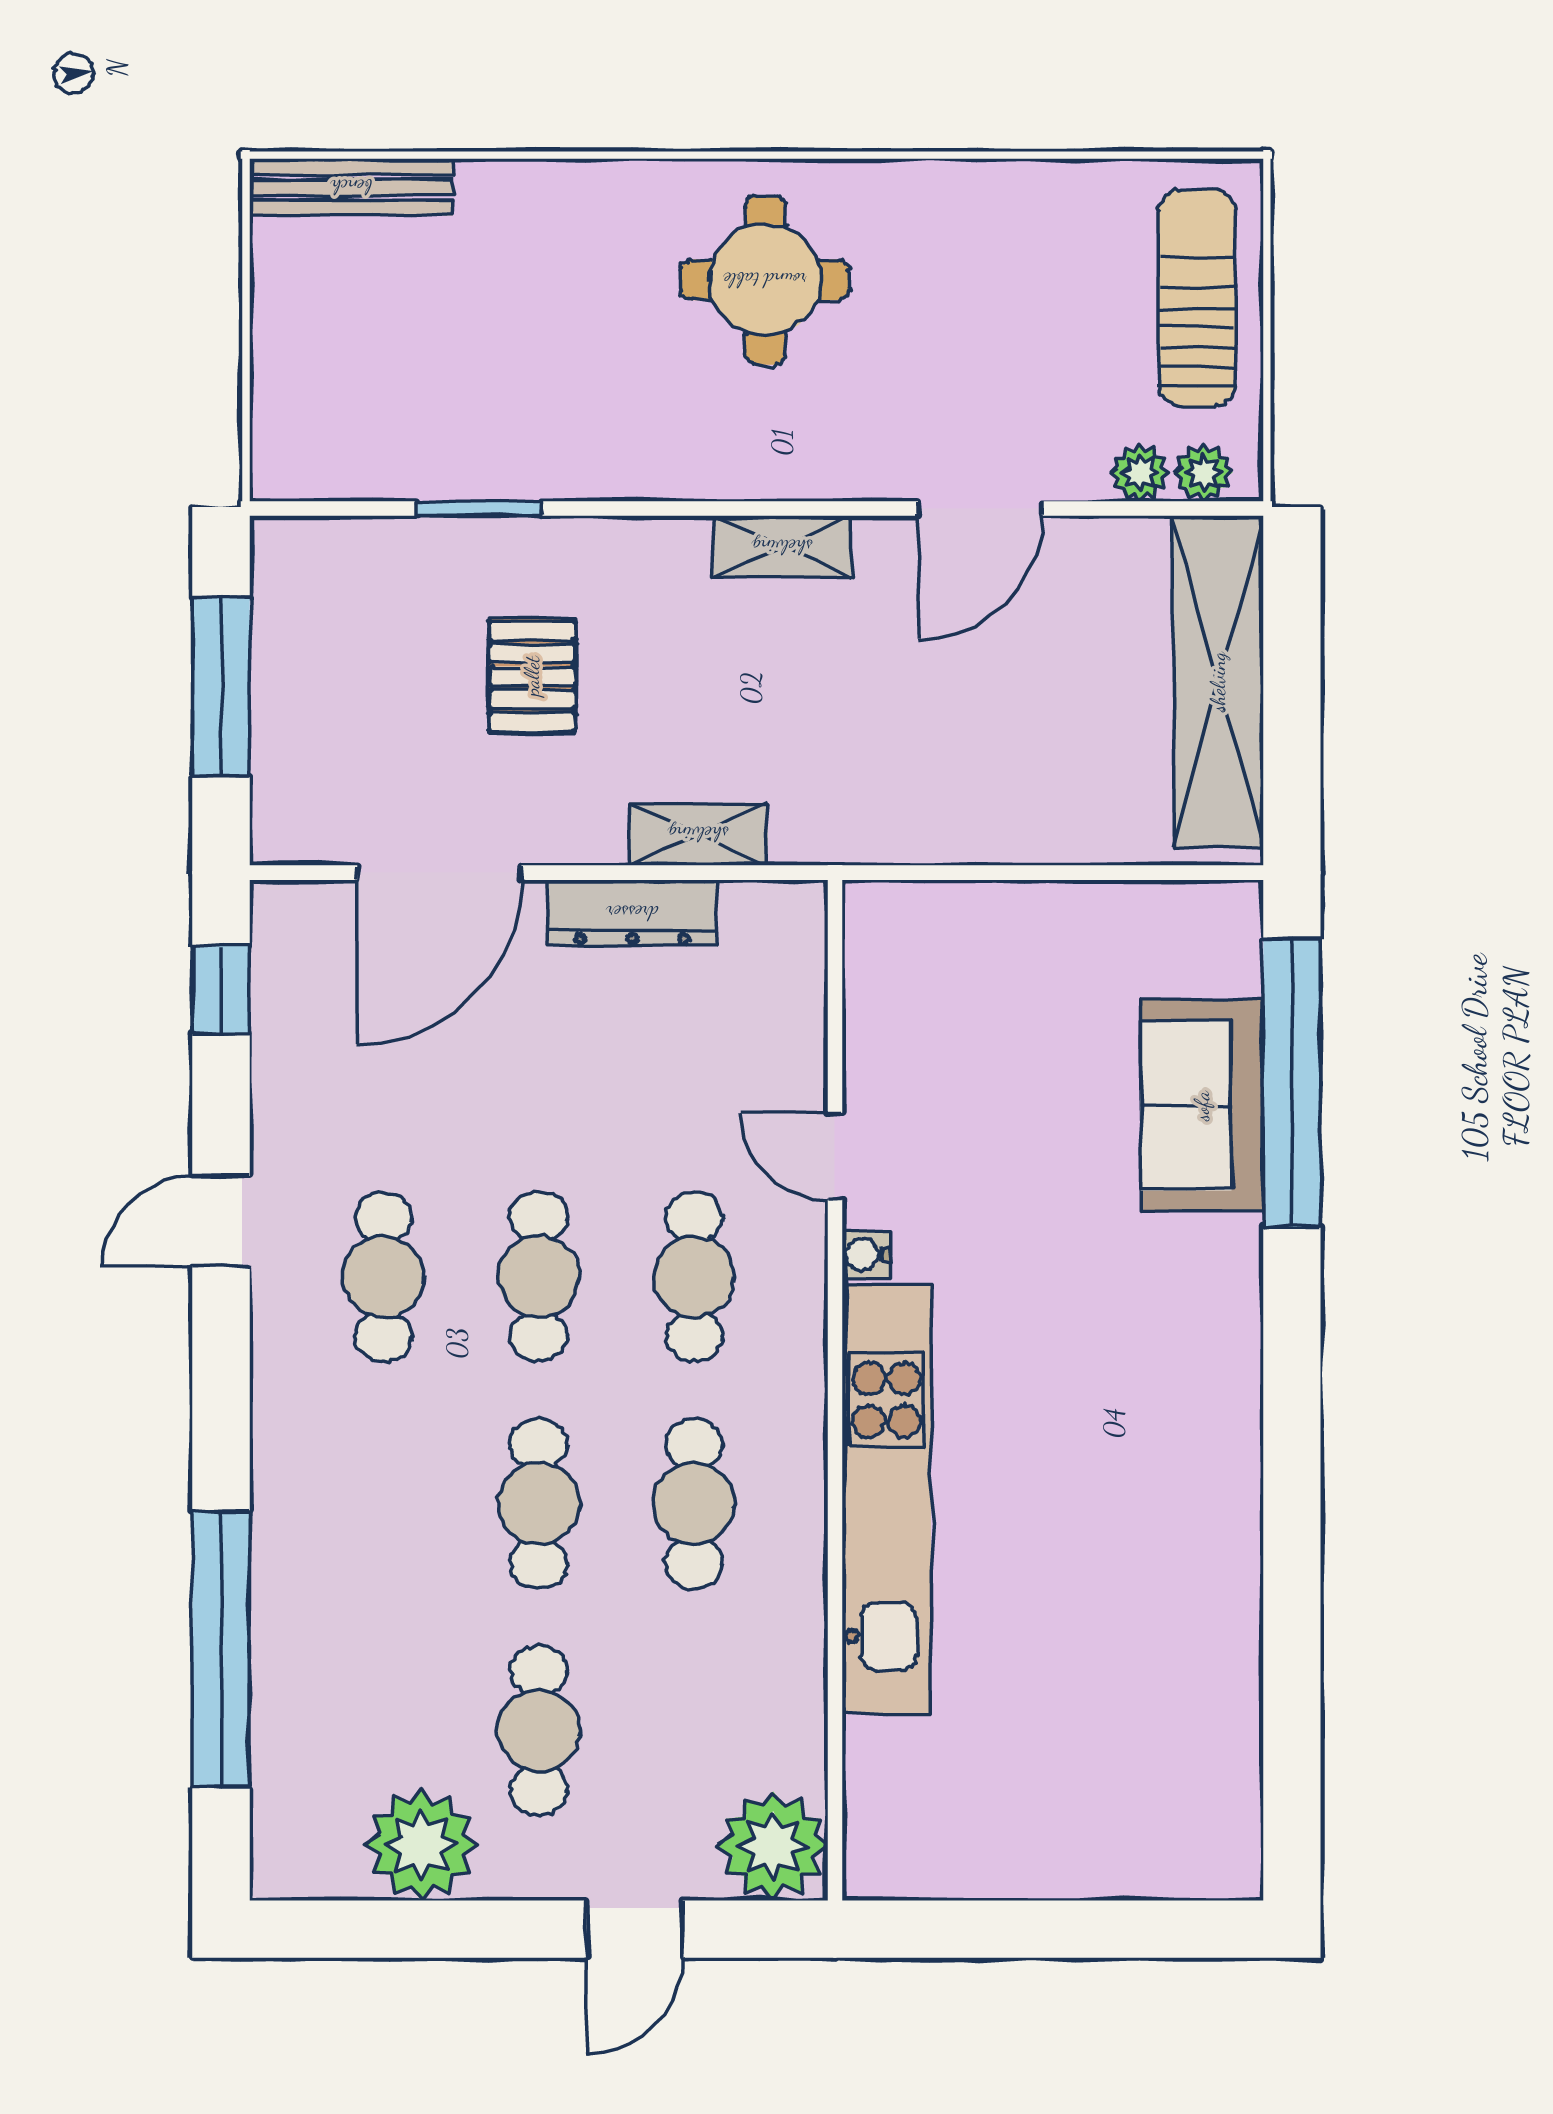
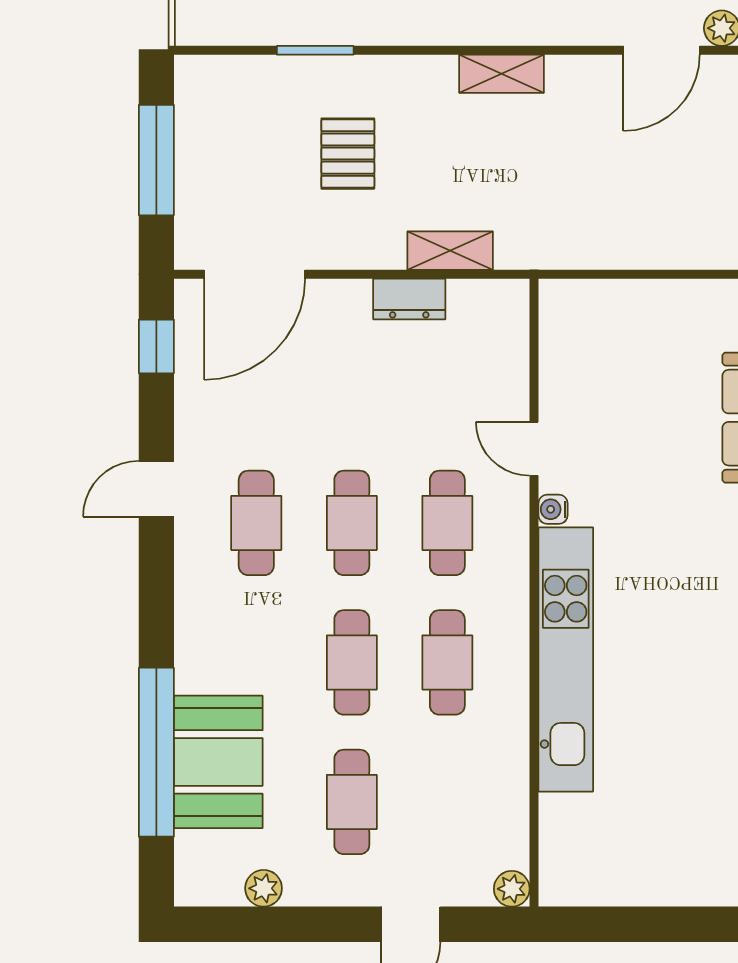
door: (980, 509) -> (662, 50), moved
door: (439, 873) -> (255, 274), moved
dresser: (632, 913) -> (409, 299), width x0.70
booth: (322, 1665) -> (218, 762), added
plant: (421, 1845) -> (264, 888), width x0.53, depth x0.53
plant: (773, 1846) -> (512, 889), width x0.53, depth x0.53

